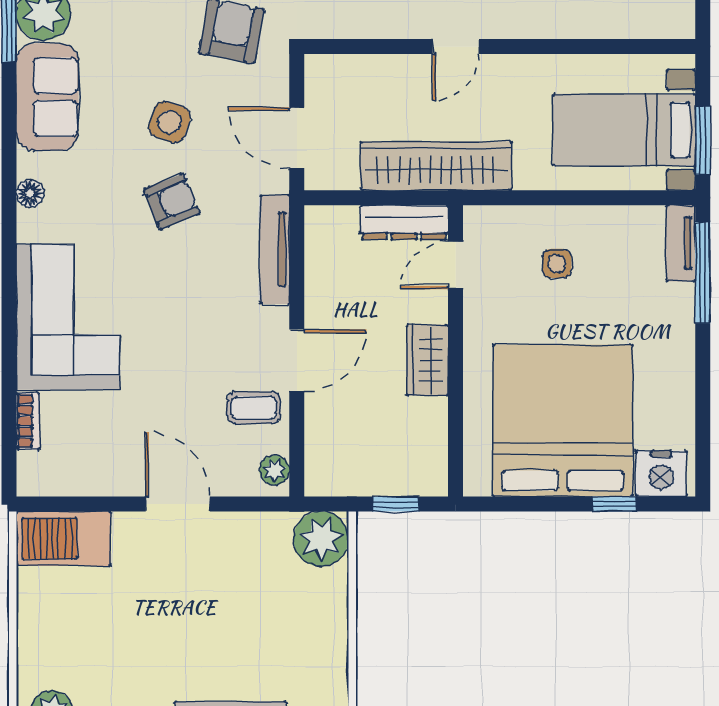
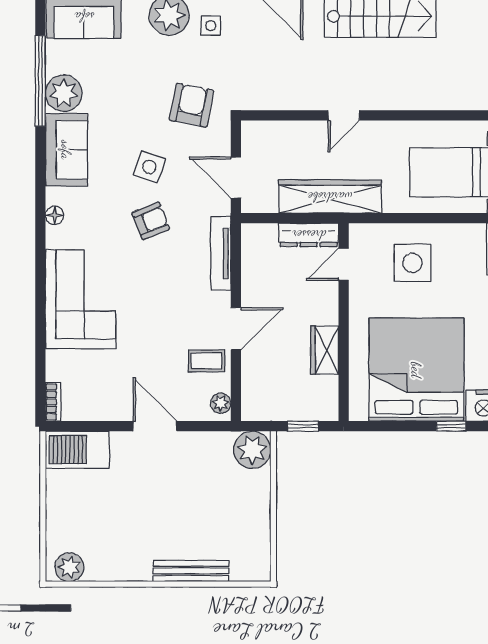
side table: (557, 263) -> (412, 263), width x1.87, depth x1.87
wardrobe: (428, 360) -> (325, 350), moved
bookcase: (28, 421) -> (53, 402), moved

